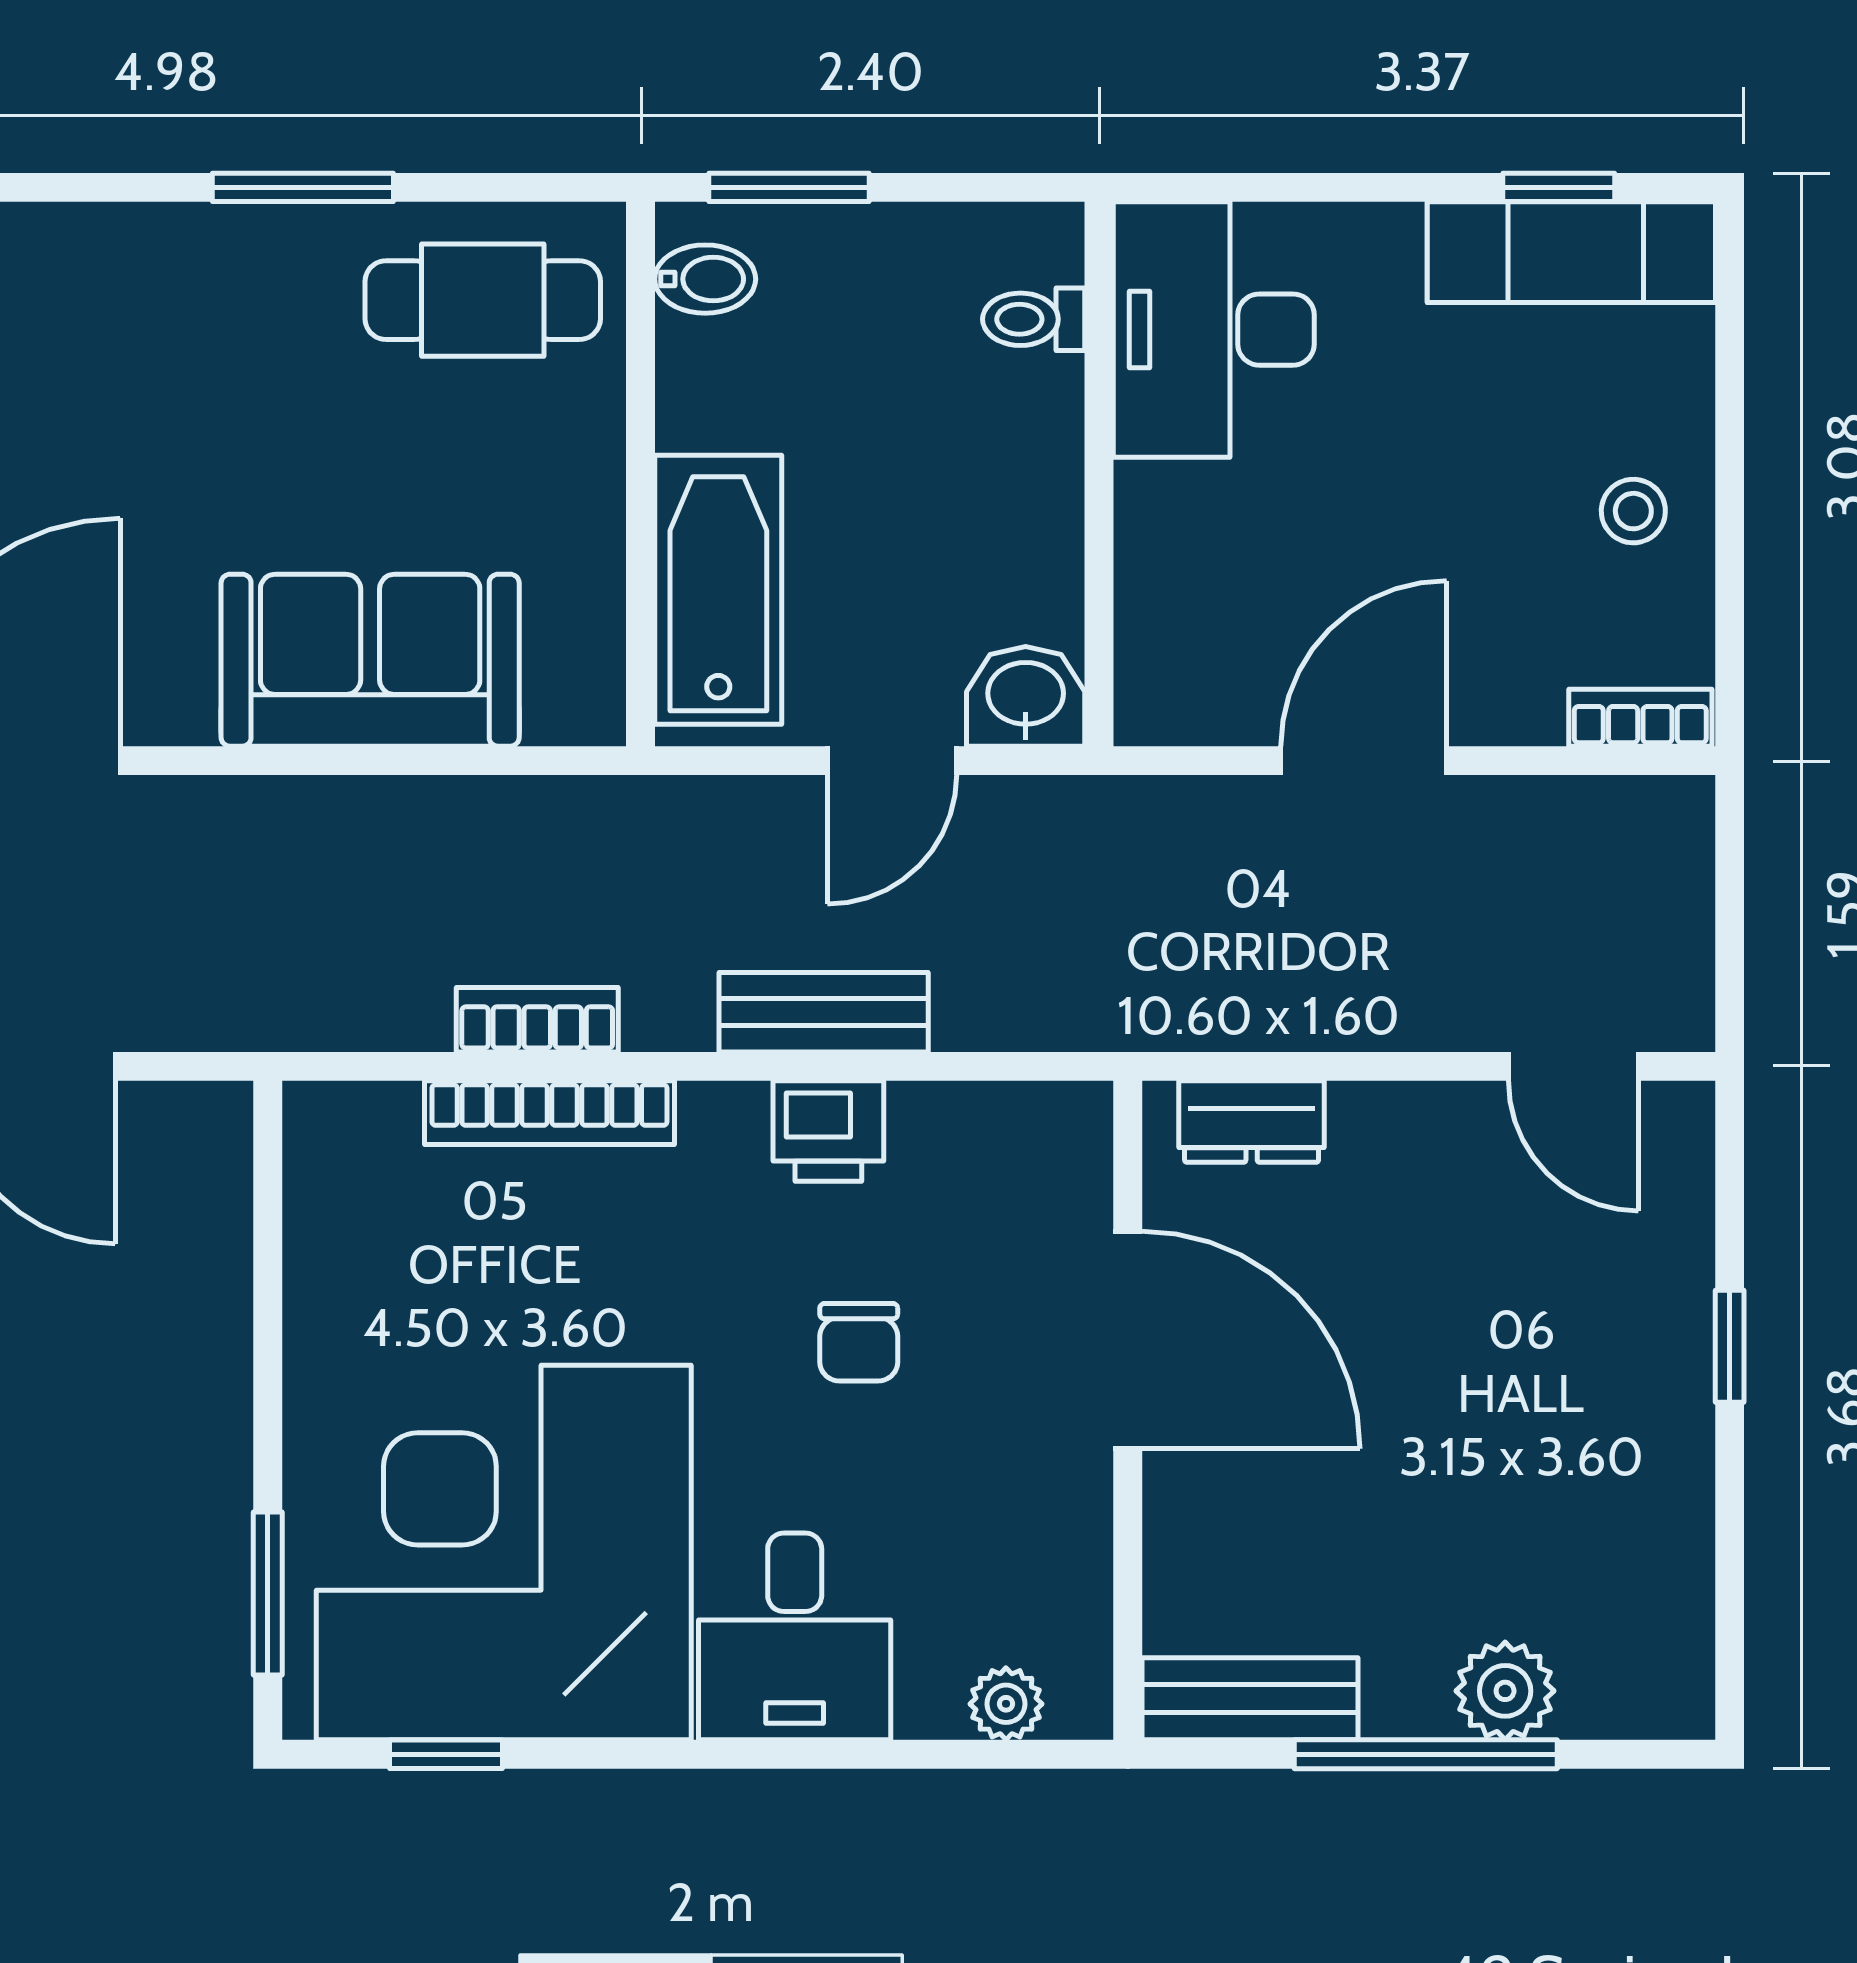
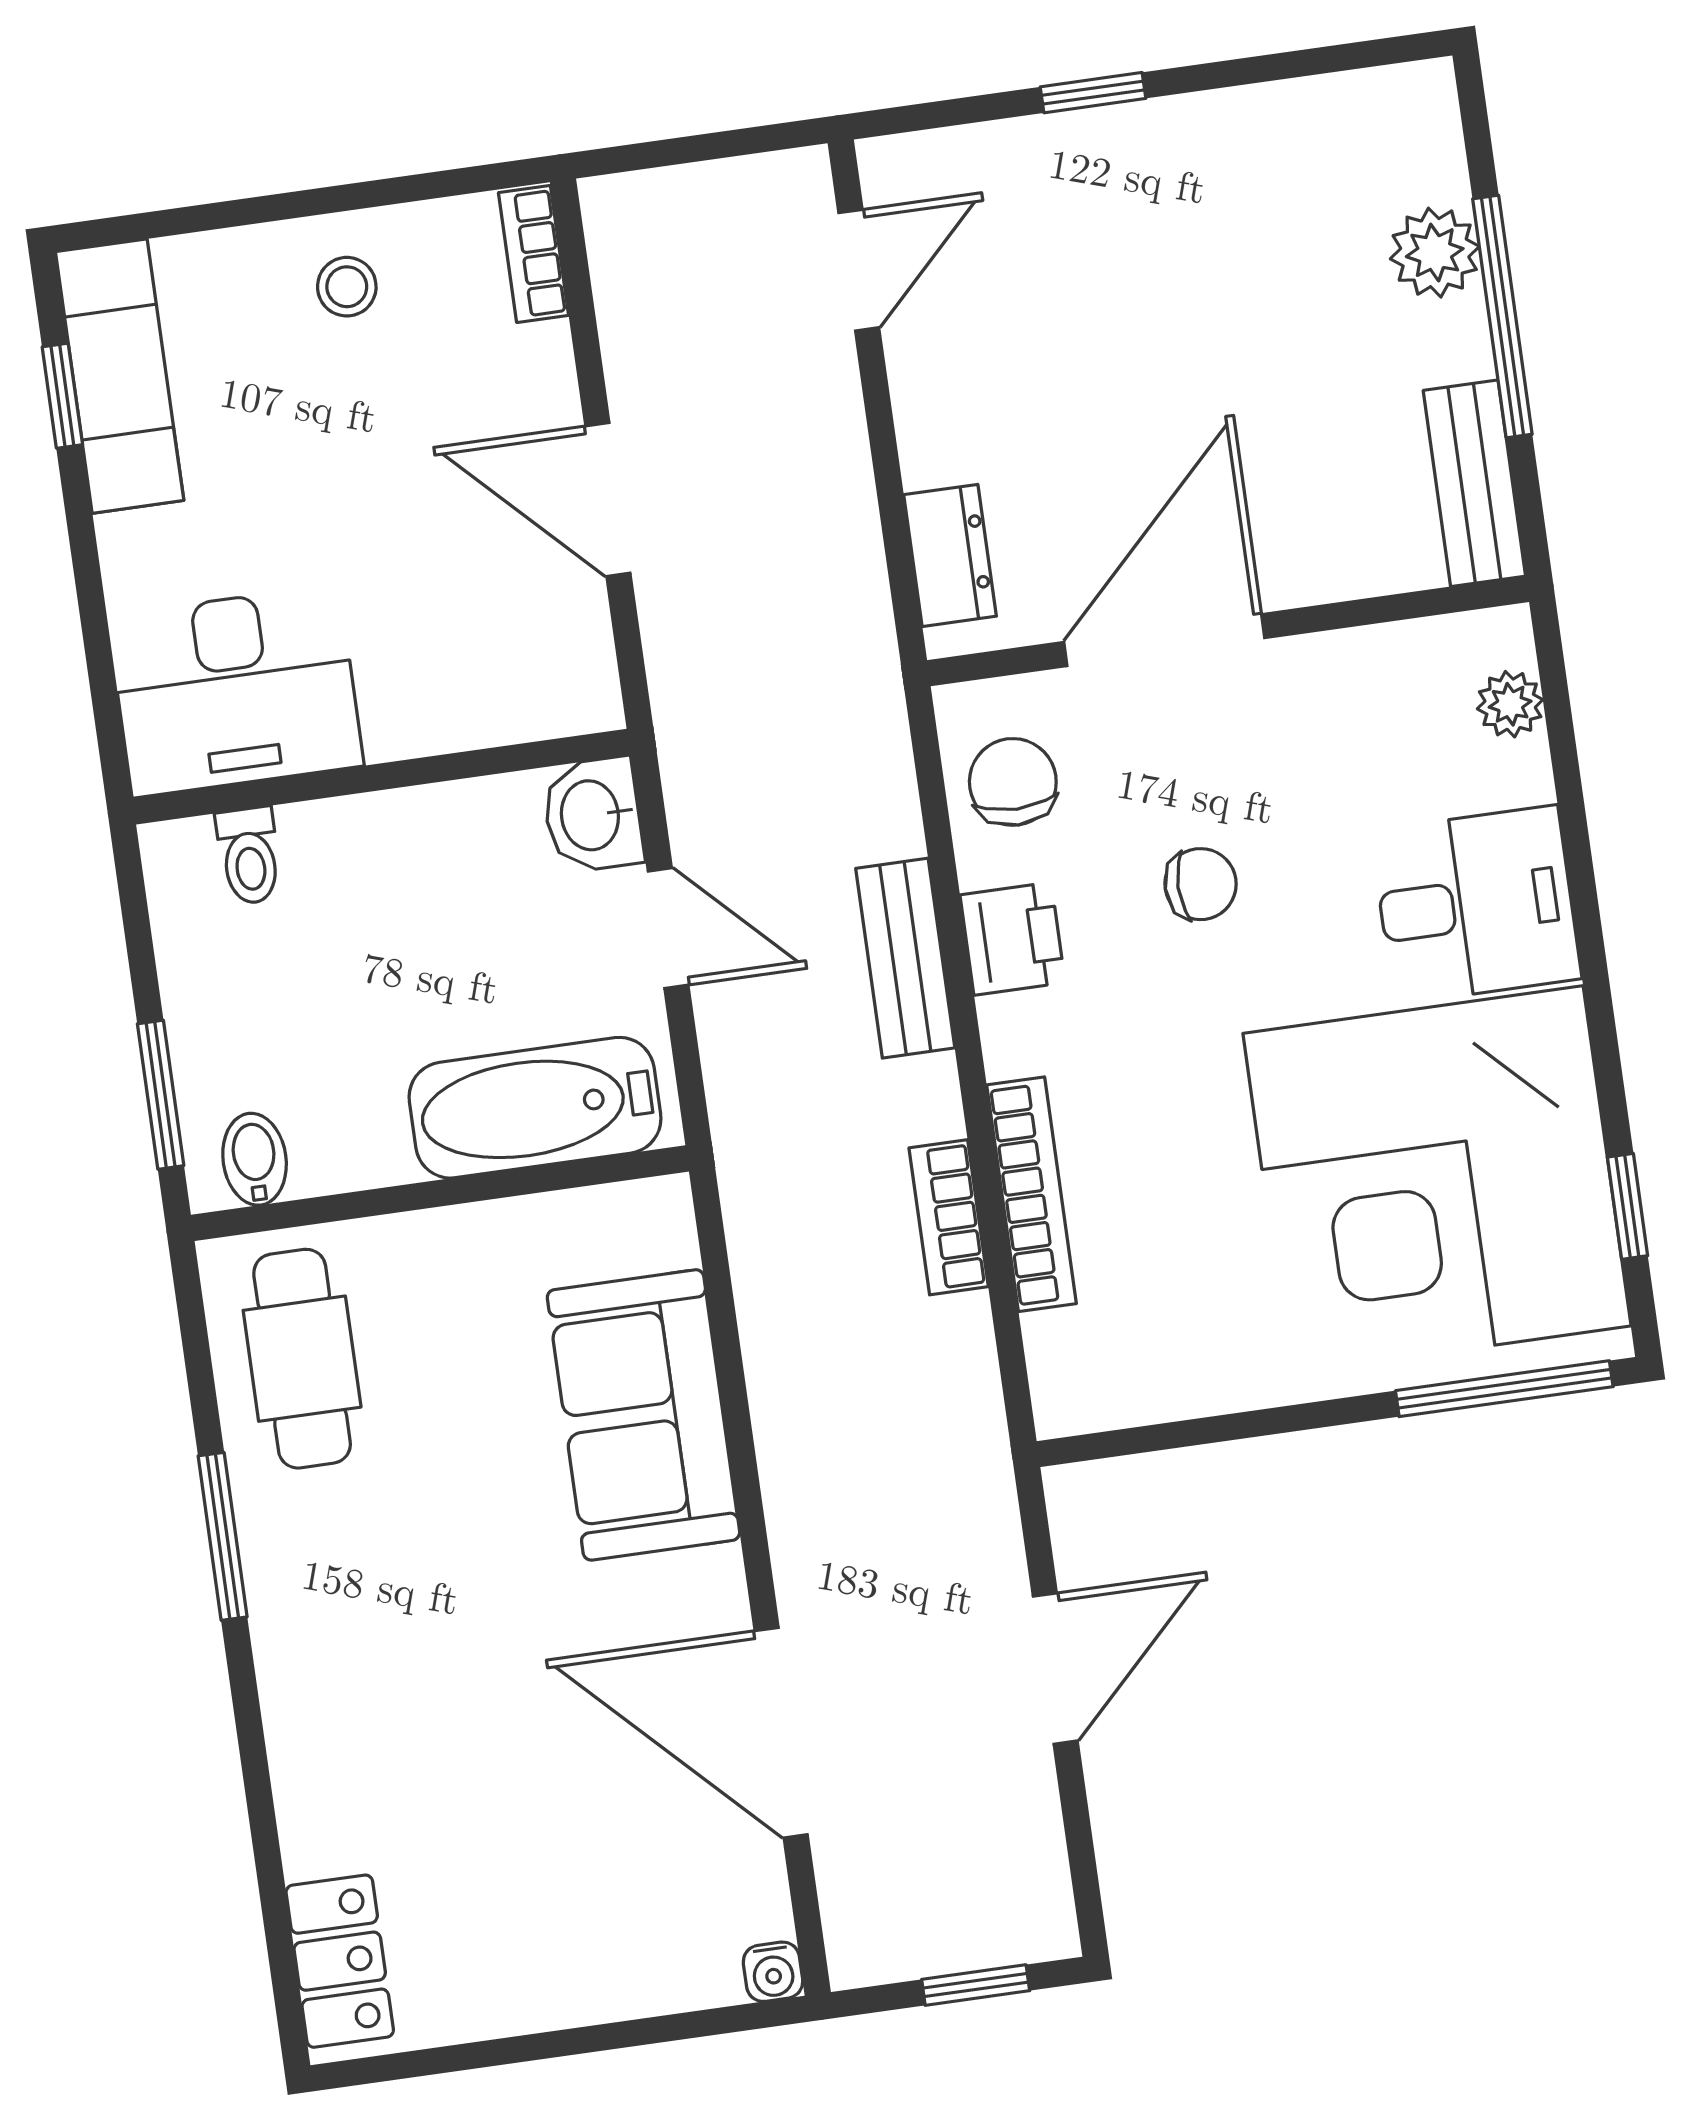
chair: (997, 1155) -> (1013, 782), added
window: (268, 1594) -> (1504, 1389), width x1.44

